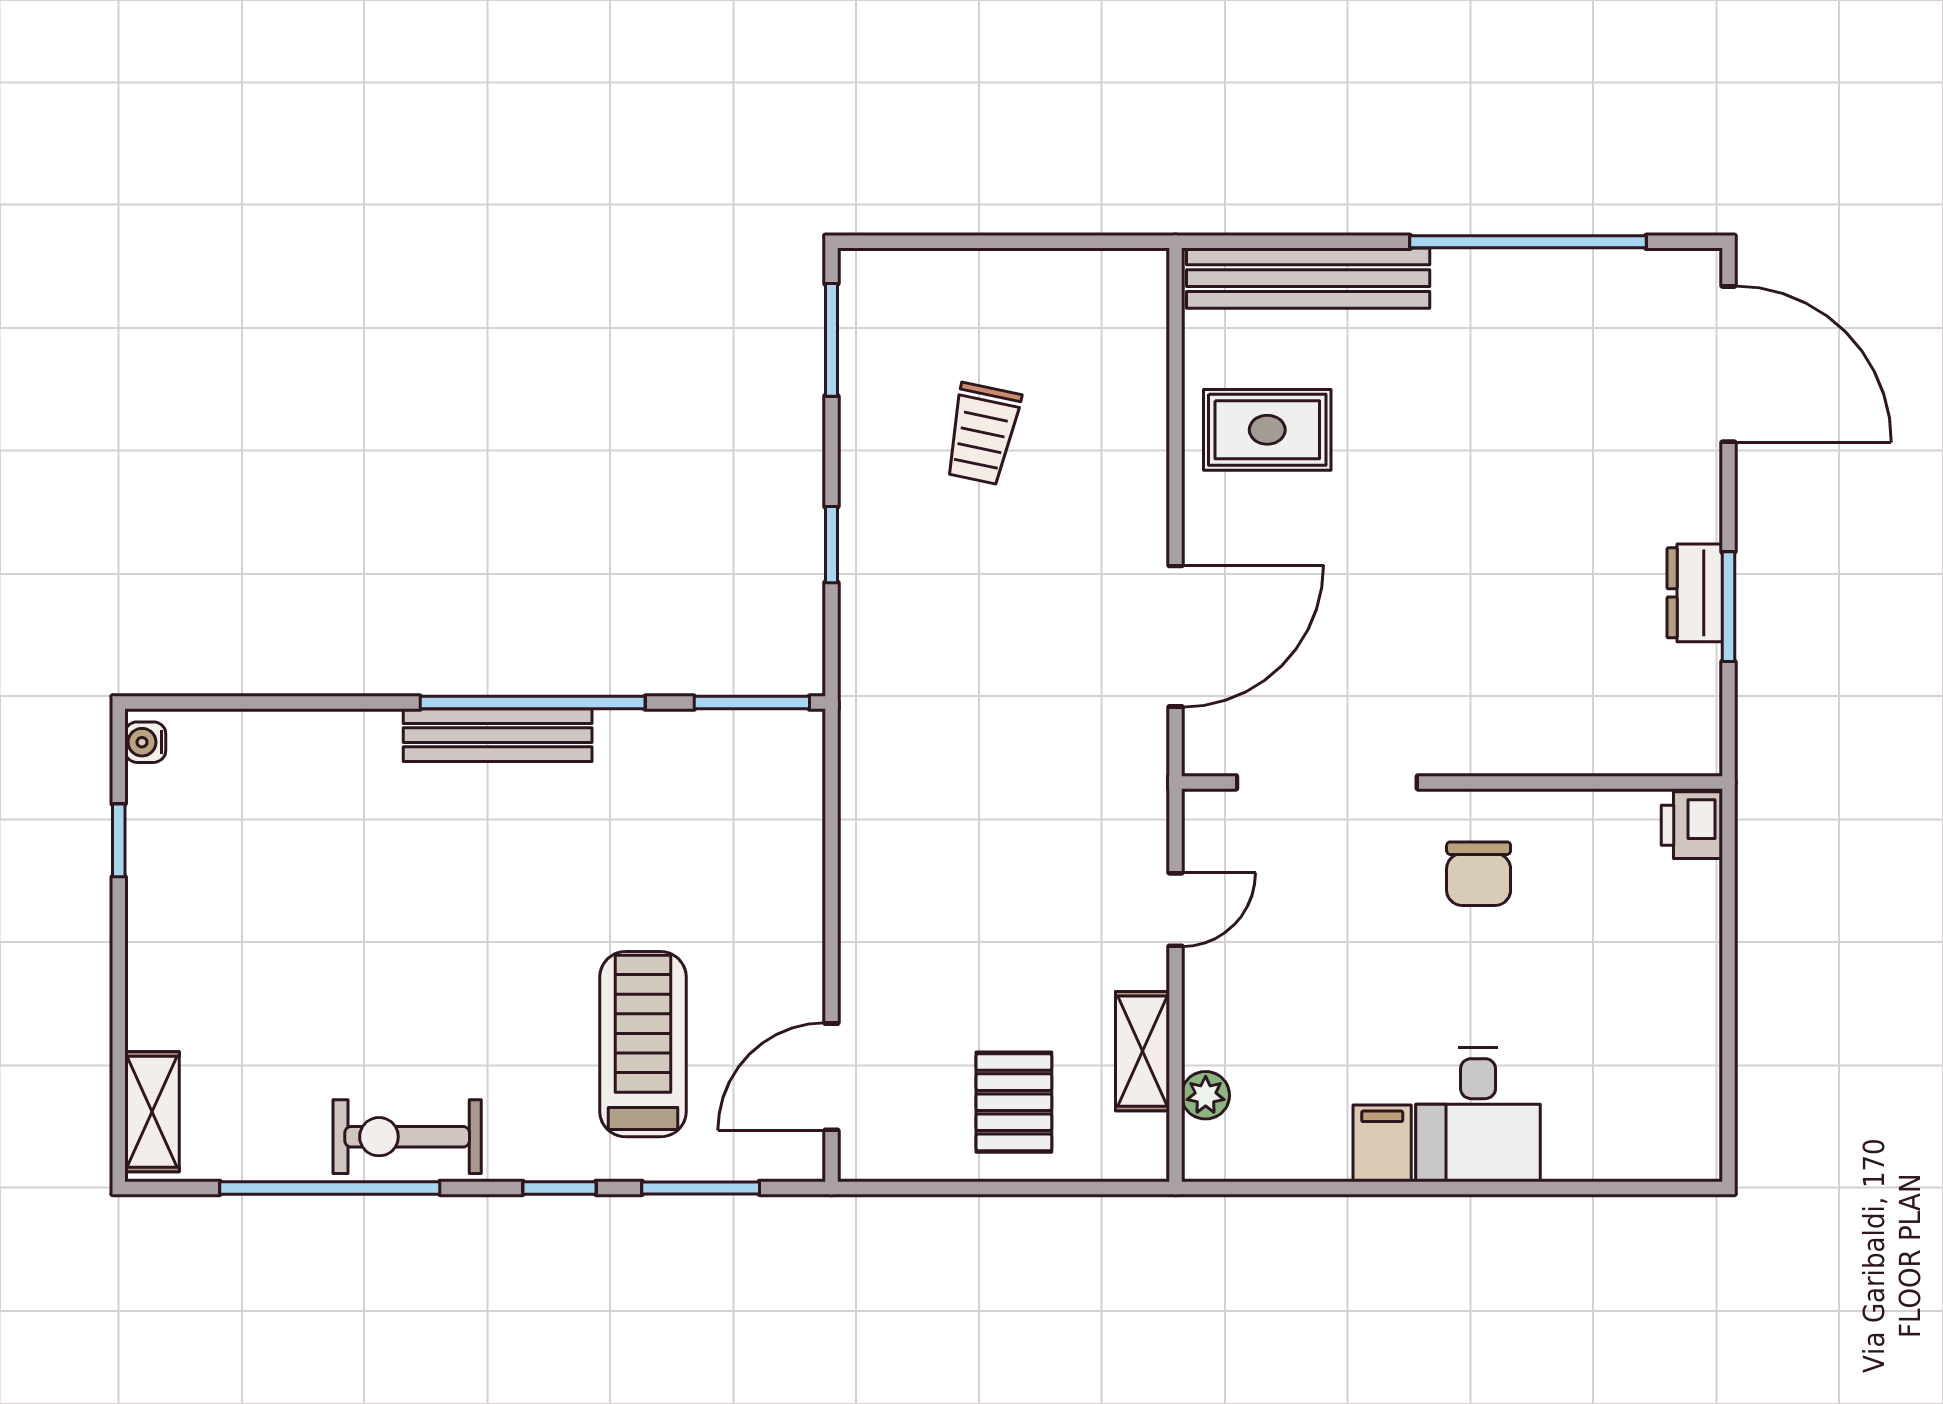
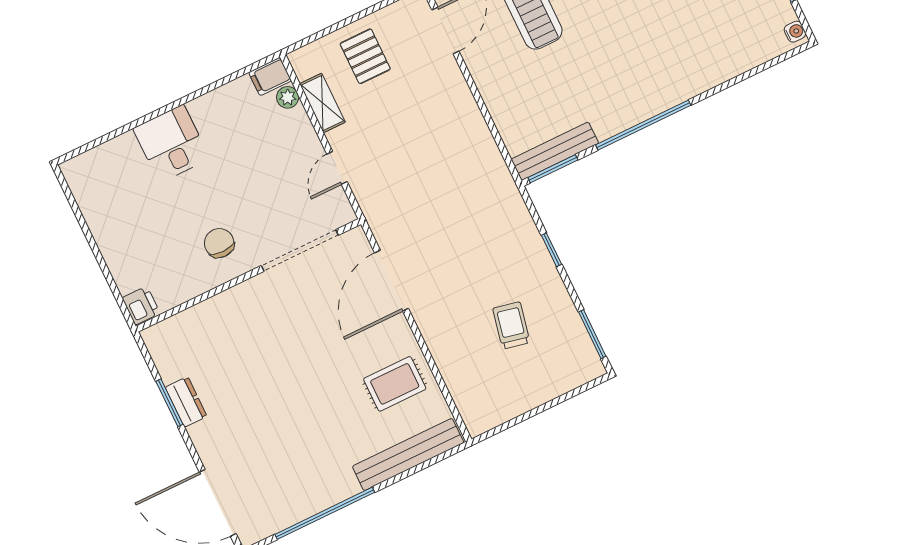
bench: (498, 735) -> (555, 151), moved
filing cabinet: (1382, 1143) -> (270, 76), moved, turned 90

